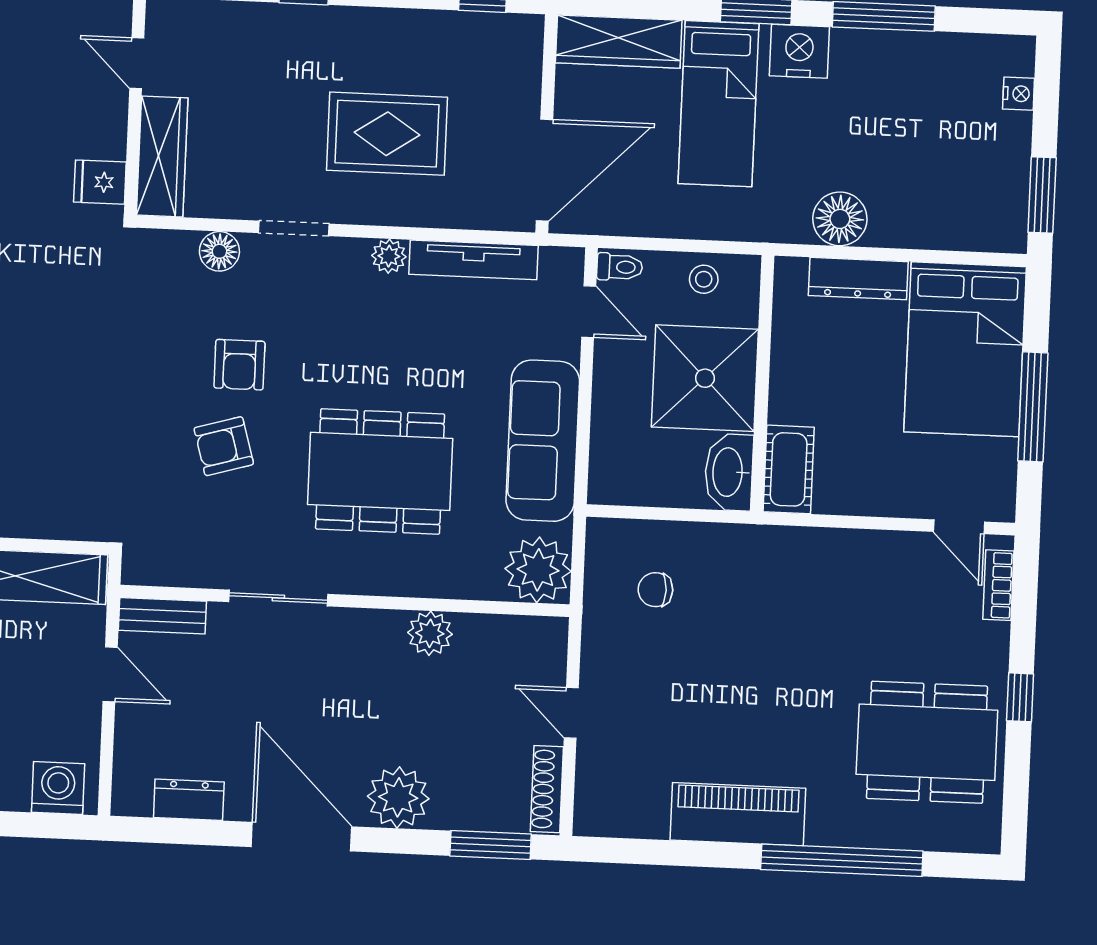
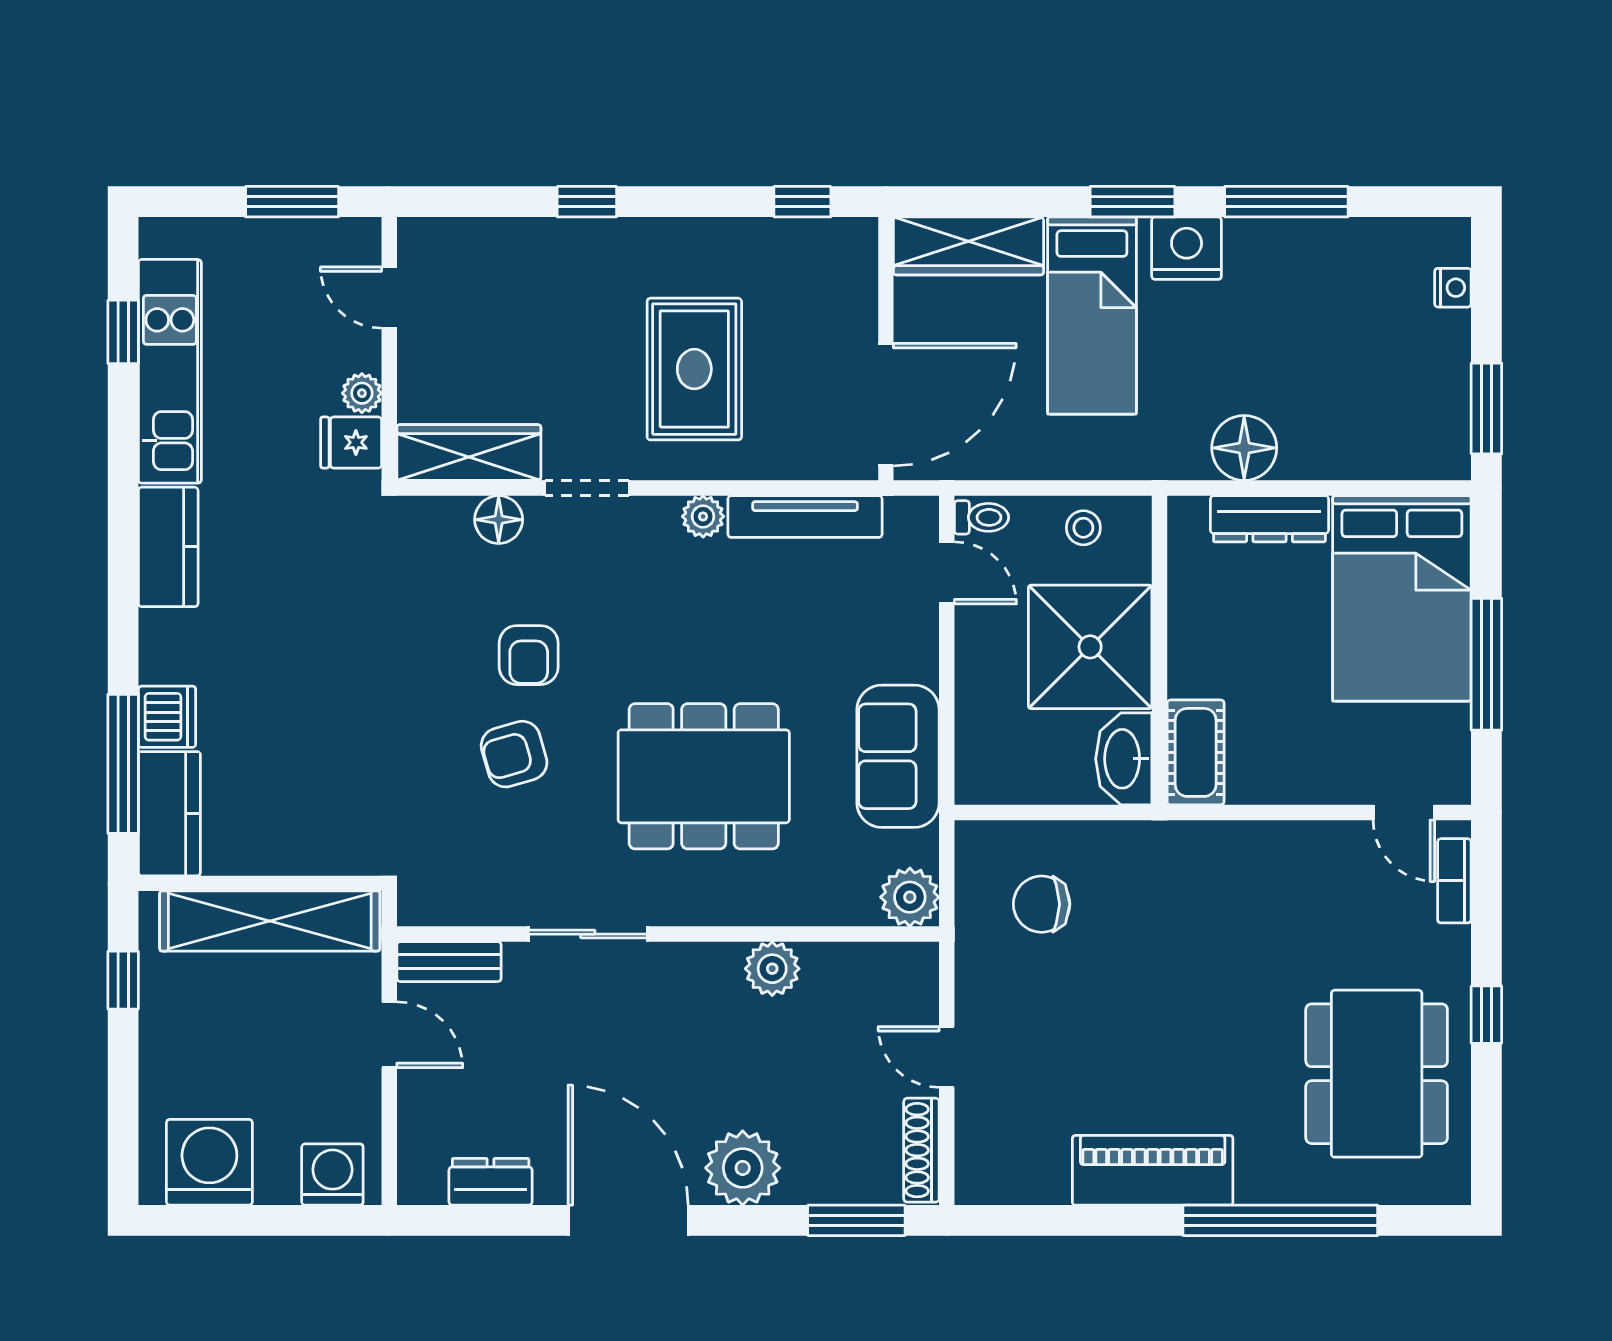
rug: (387, 134) -> (694, 369), turned 90
plant: (111, 142) -> (362, 393), added
wardrobe: (162, 157) -> (469, 453), moved, turned -90
sofa: (543, 441) -> (898, 756), width x0.73
plant: (538, 570) -> (910, 897), width x0.73, depth x0.73
chair: (655, 590) -> (1042, 904), width x1.37, depth x1.37
dining table: (927, 742) -> (1377, 1074), turned 90

